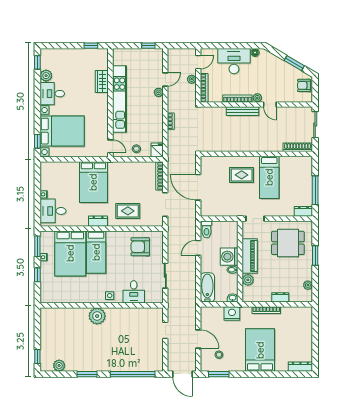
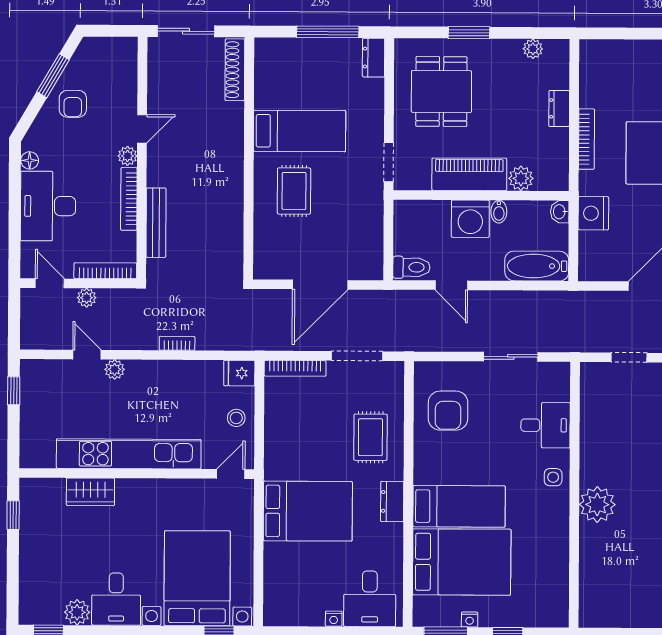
armchair: (304, 85) -> (73, 104), moved
bench: (243, 111) -> (156, 223), moved

